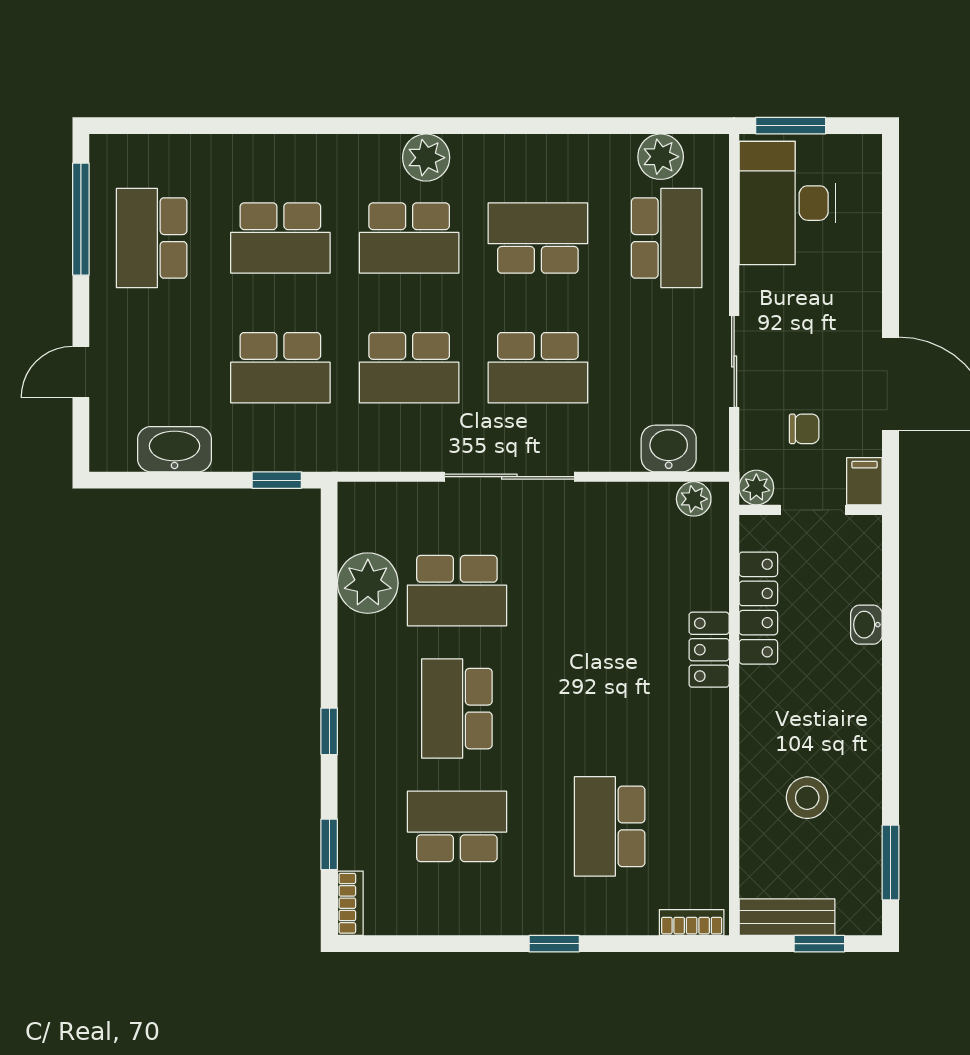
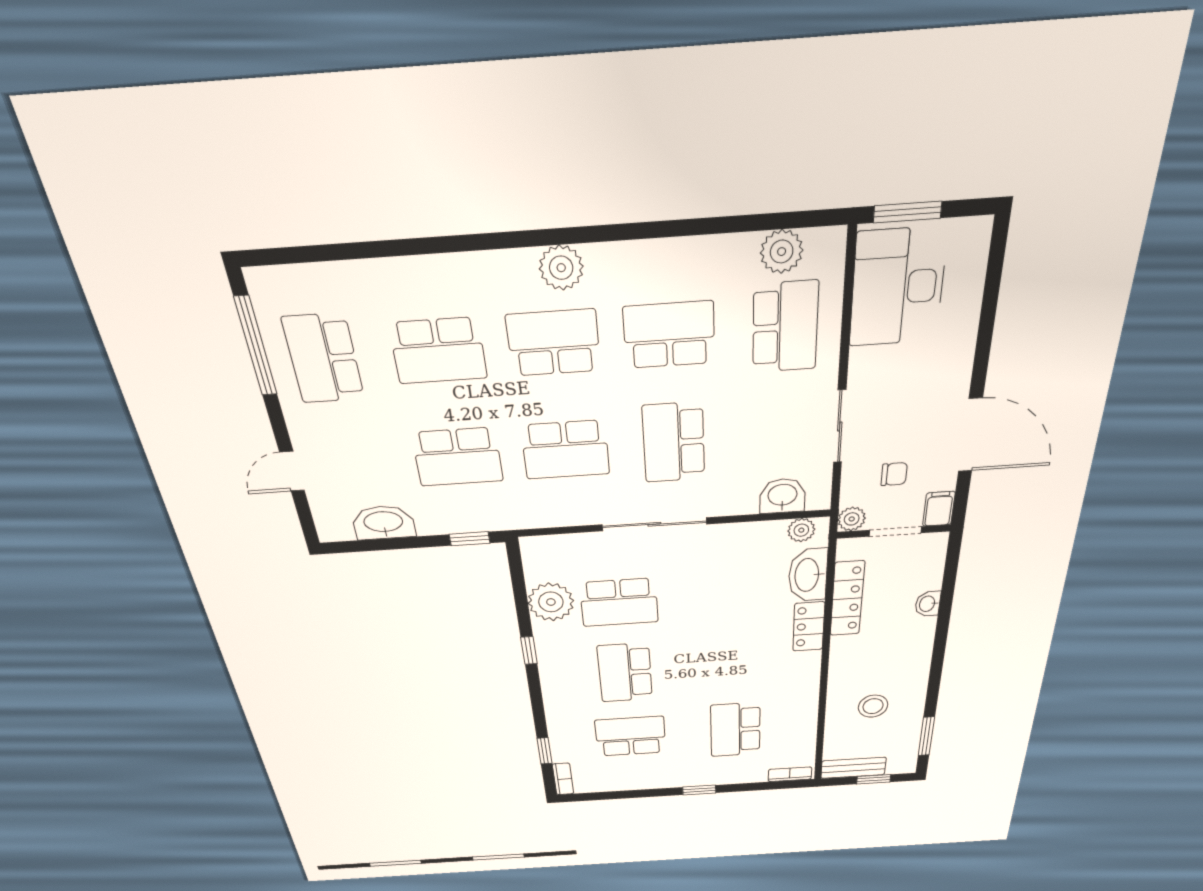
school desk: (409, 238) -> (554, 343), turned 180
school desk: (538, 368) -> (674, 443), turned 90
washbasin: (705, 567) -> (808, 575), added
window: (329, 731) -> (529, 650), moved

